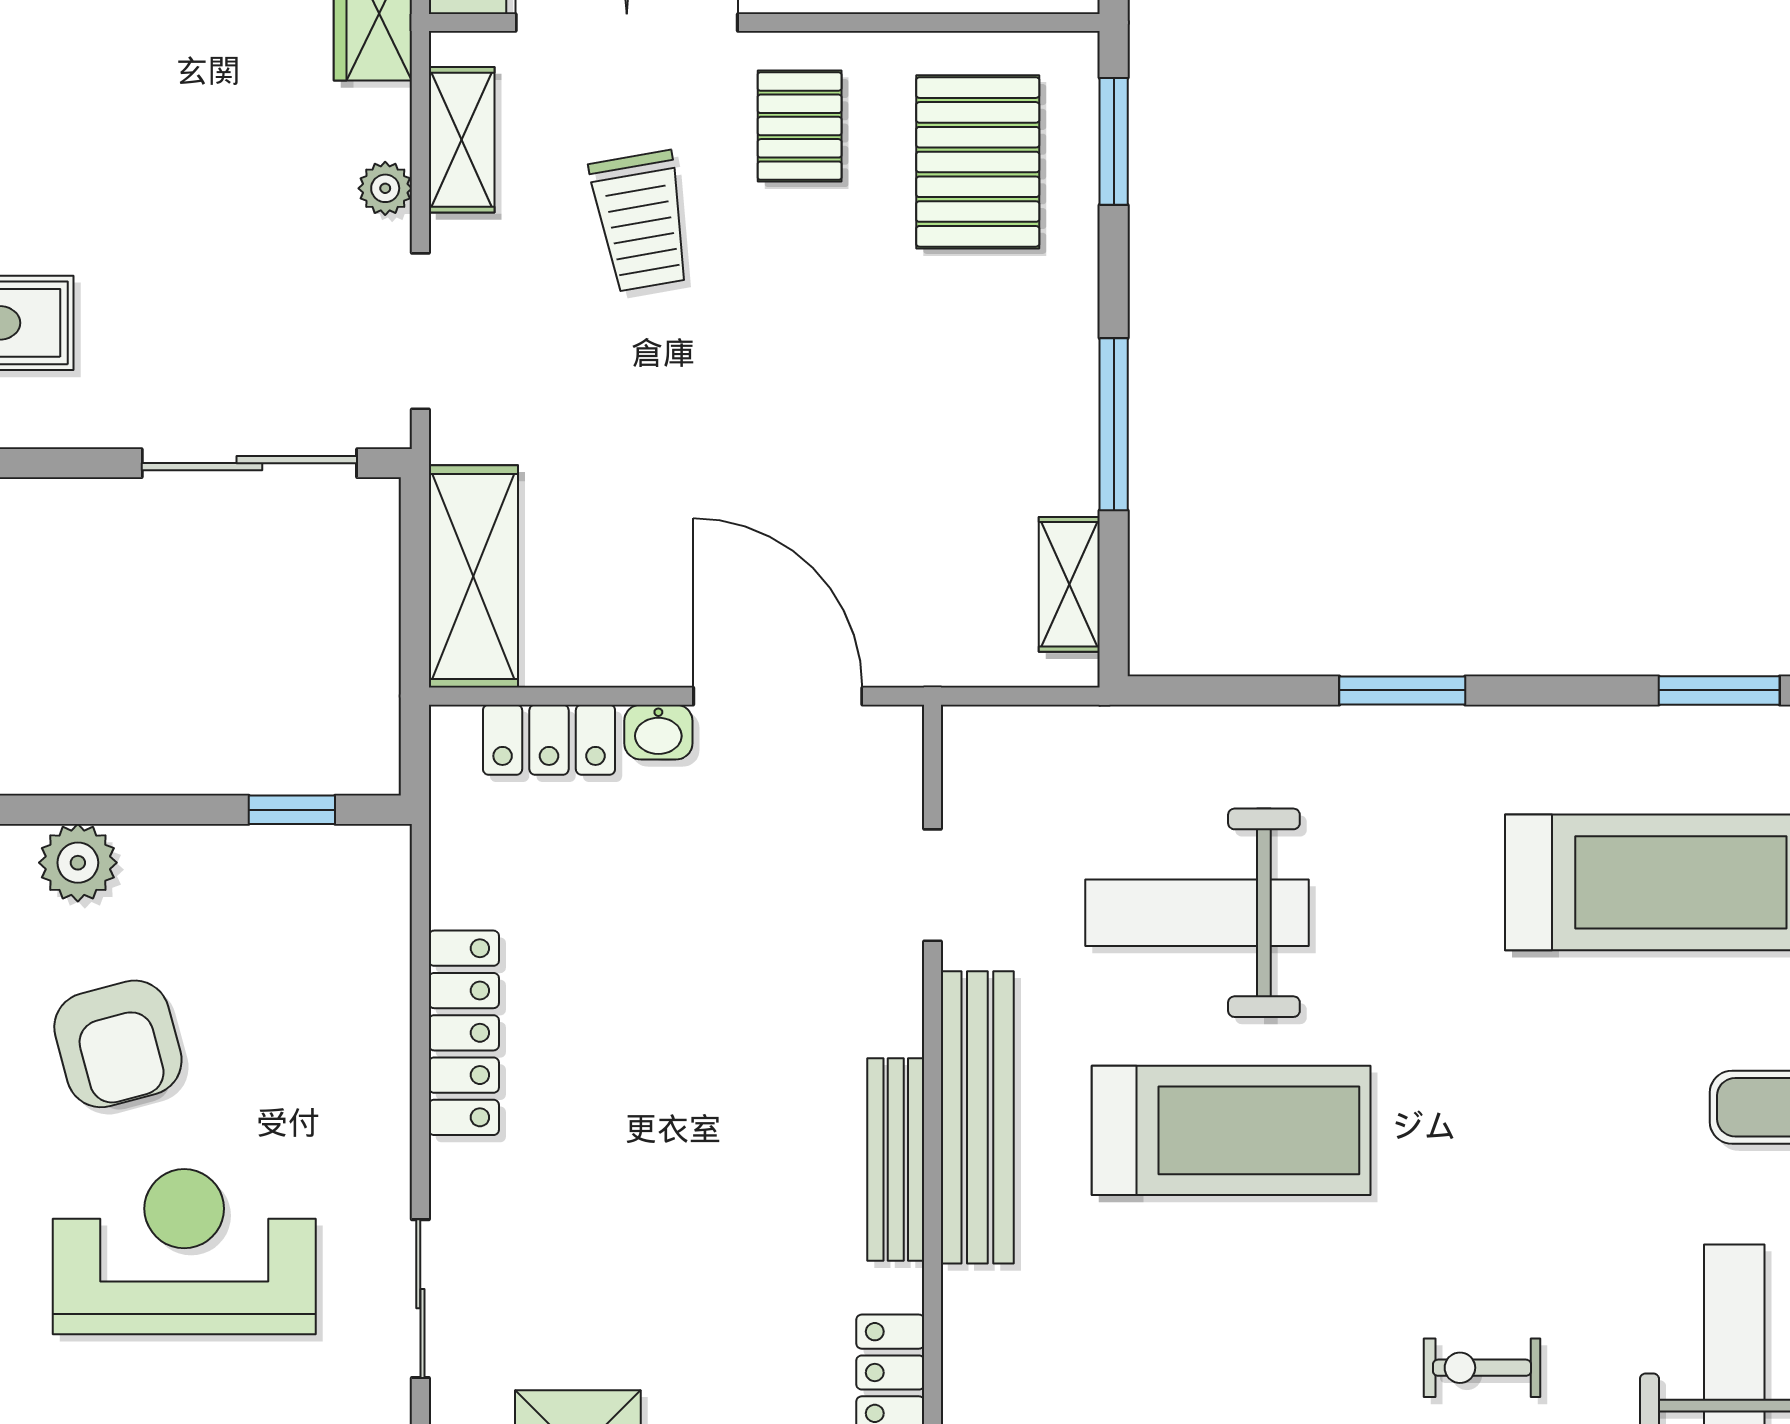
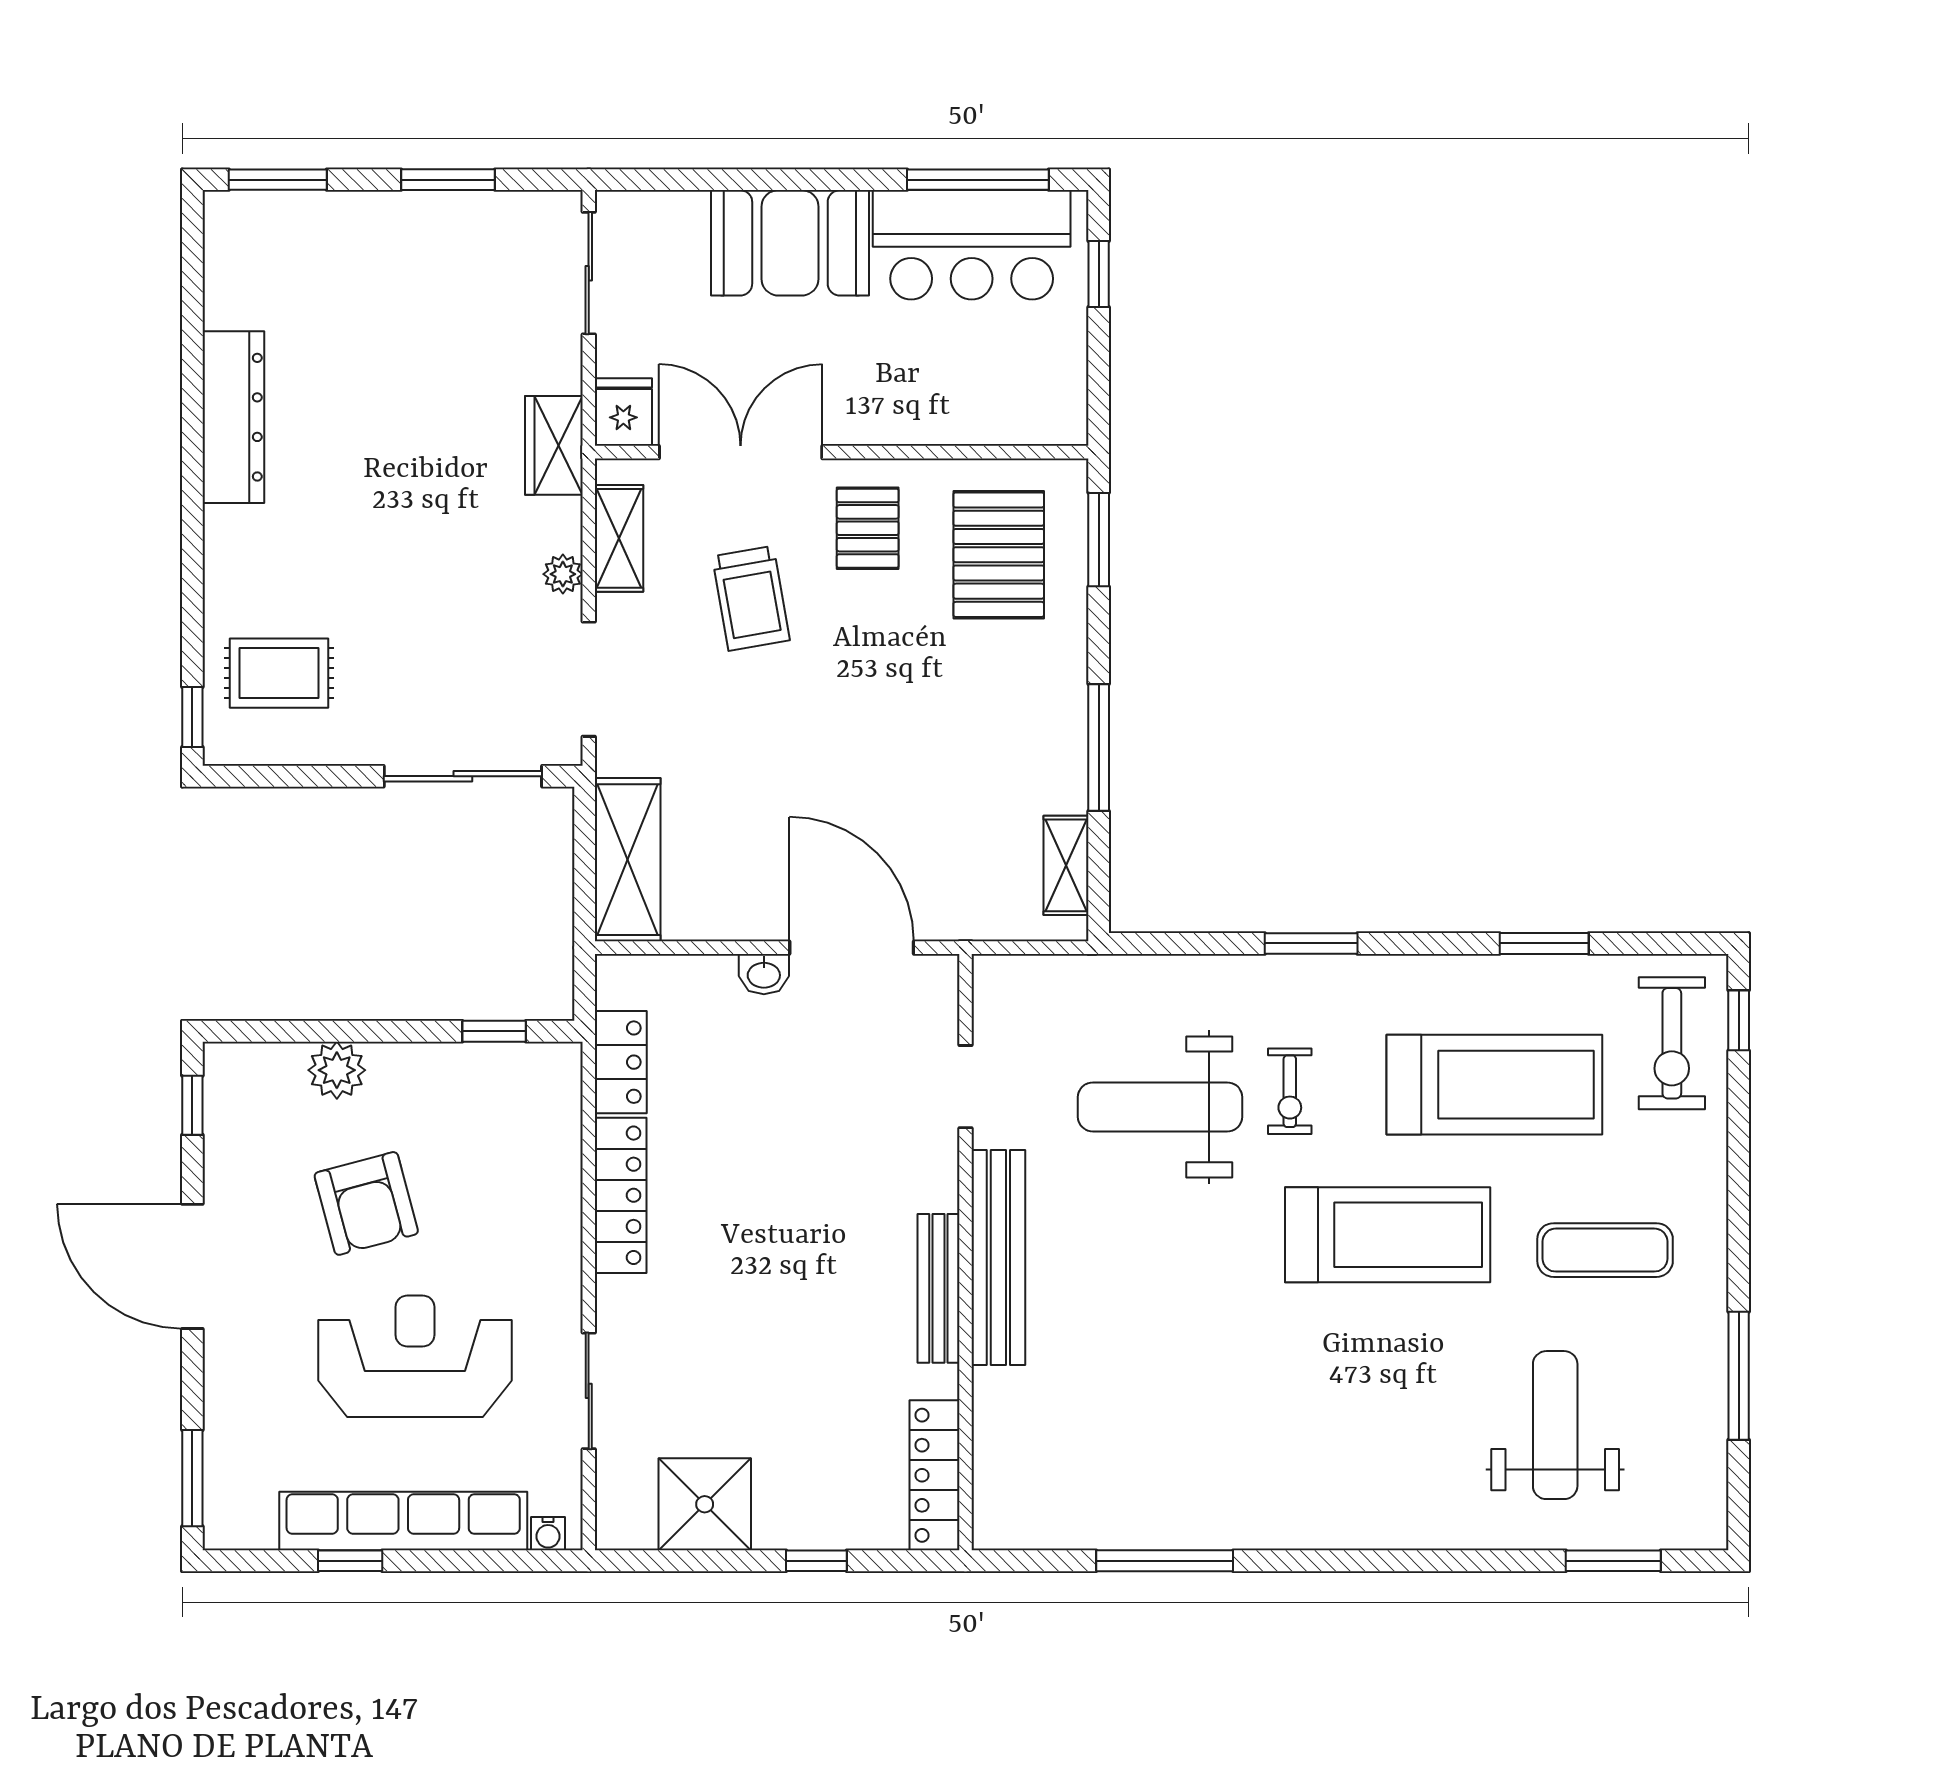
locker: (549, 740) -> (621, 1062), moved, turned -90
treadmill: (1231, 1130) -> (1388, 1235), moved
exercise bike: (1482, 1368) -> (1290, 1091), moved, turned -90

